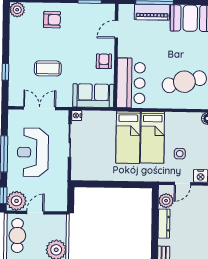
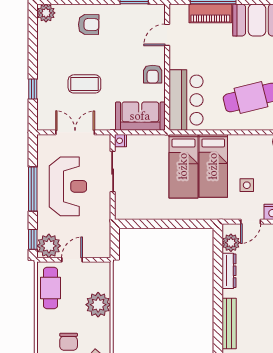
armchair: (104, 61) -> (153, 74), turned 180
reception desk: (33, 152) -> (68, 186), turned 180

